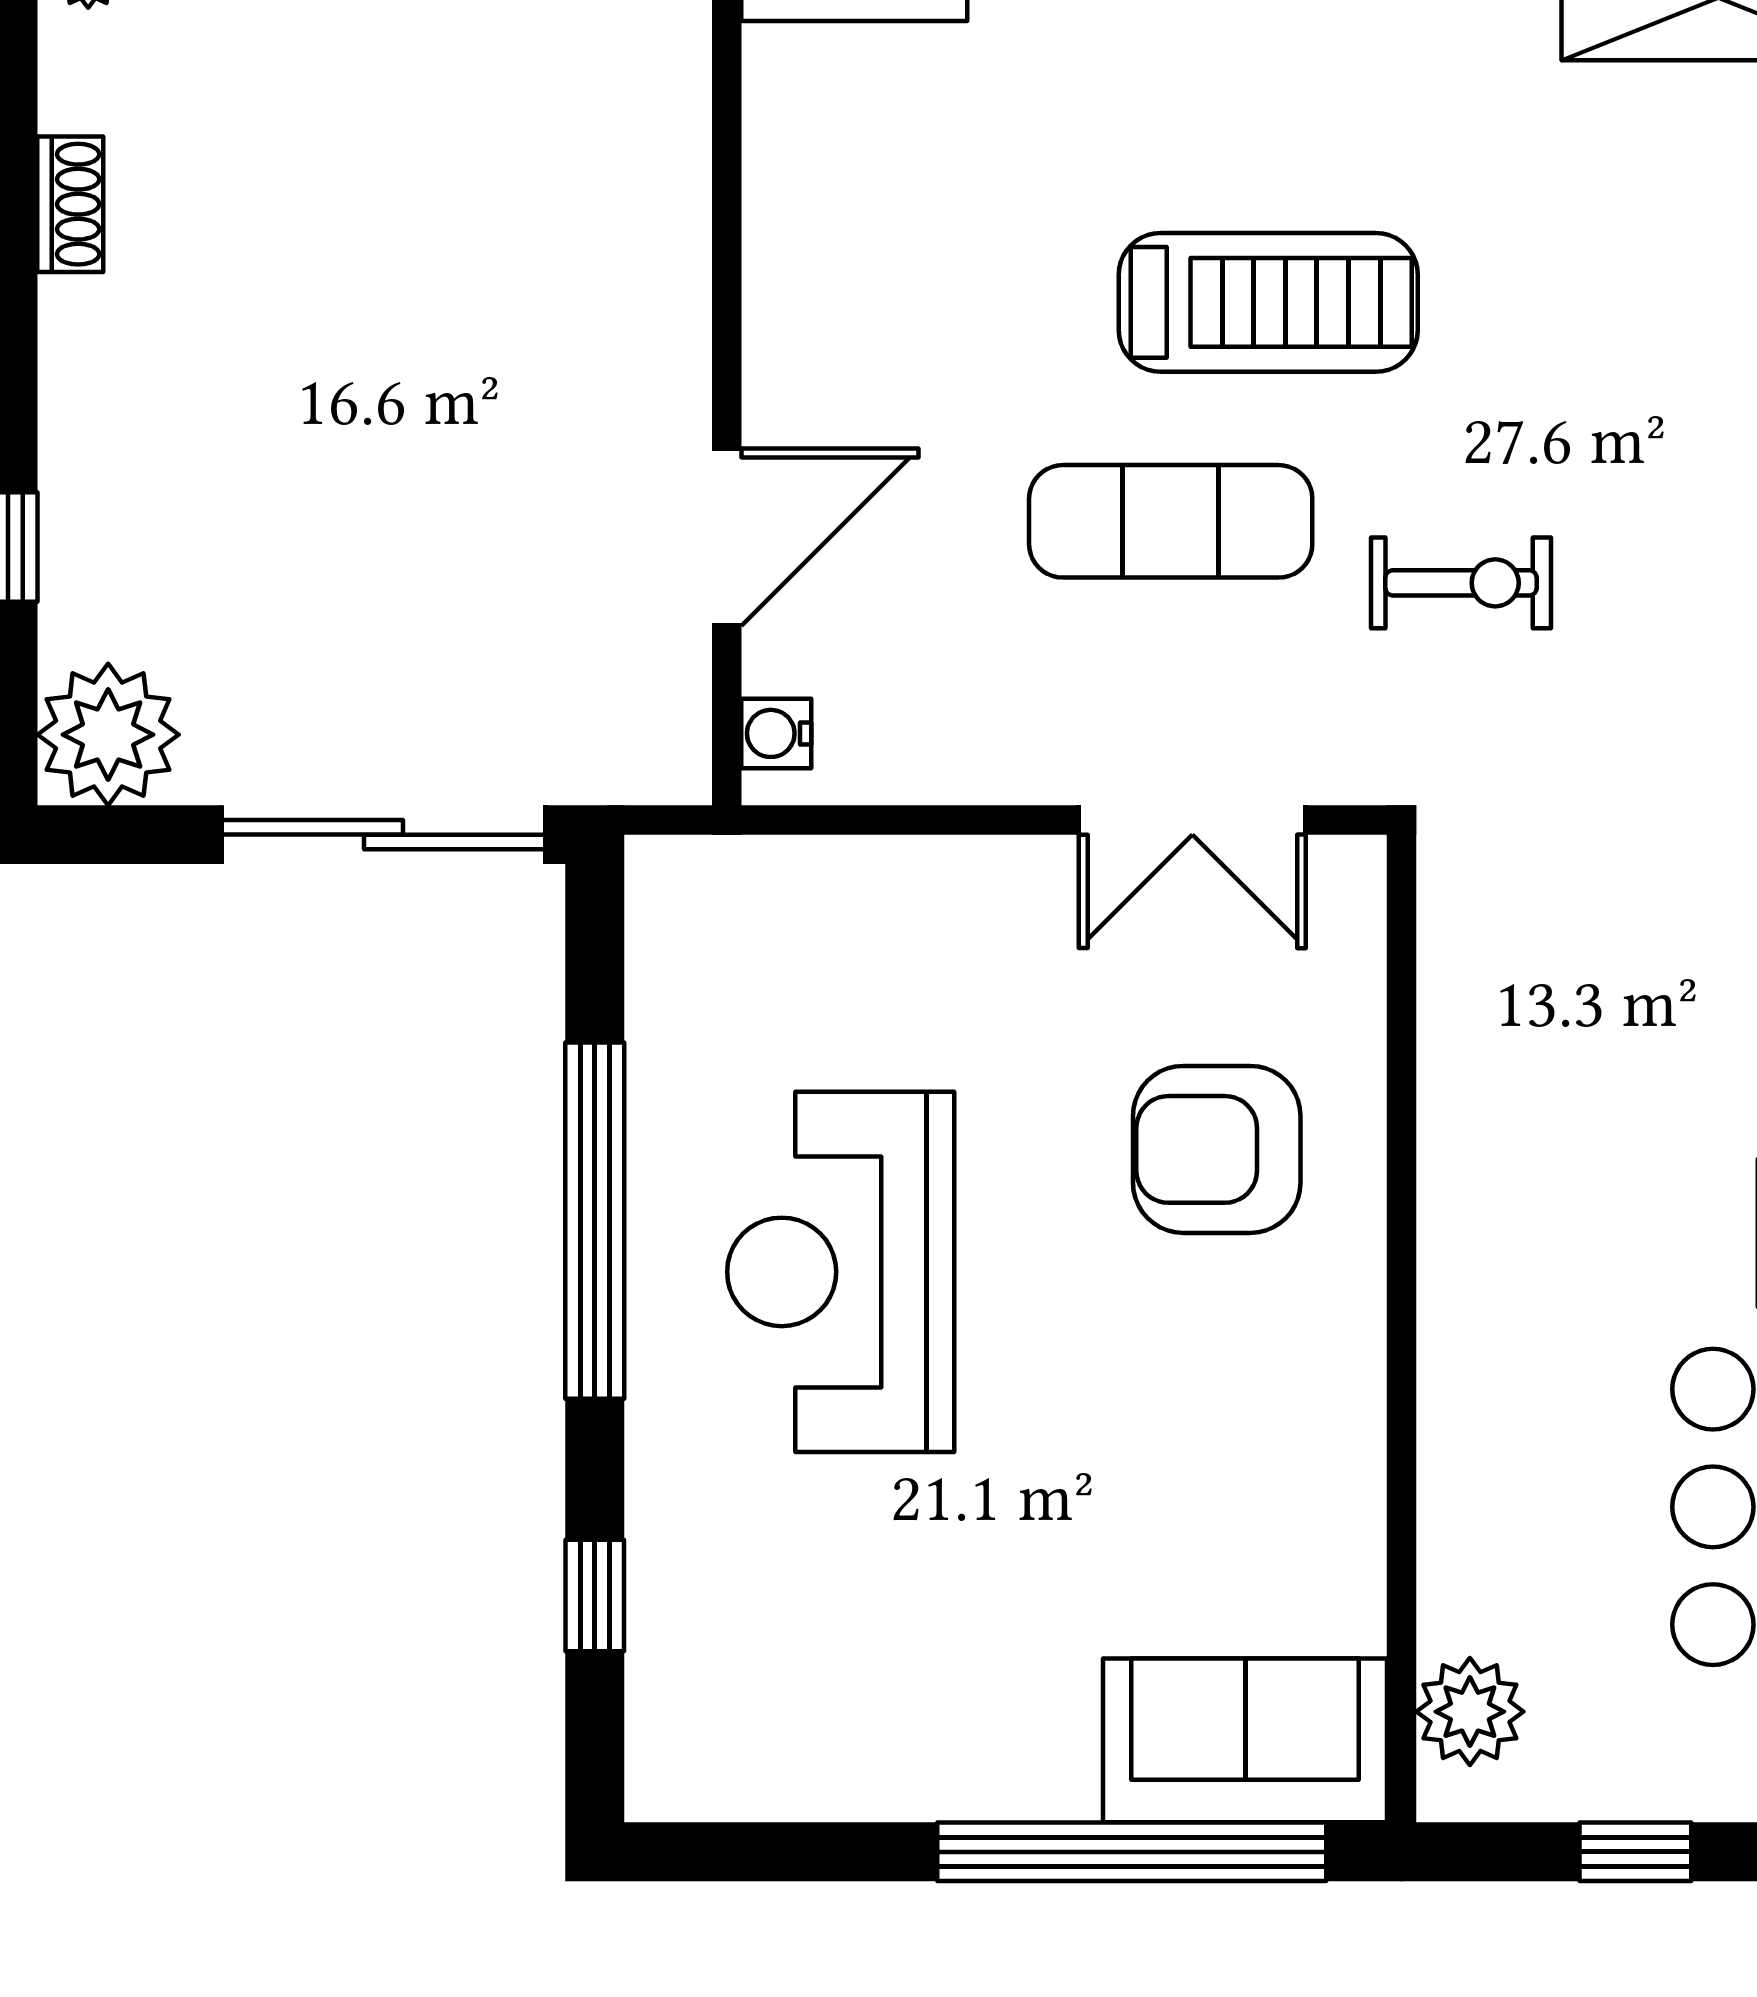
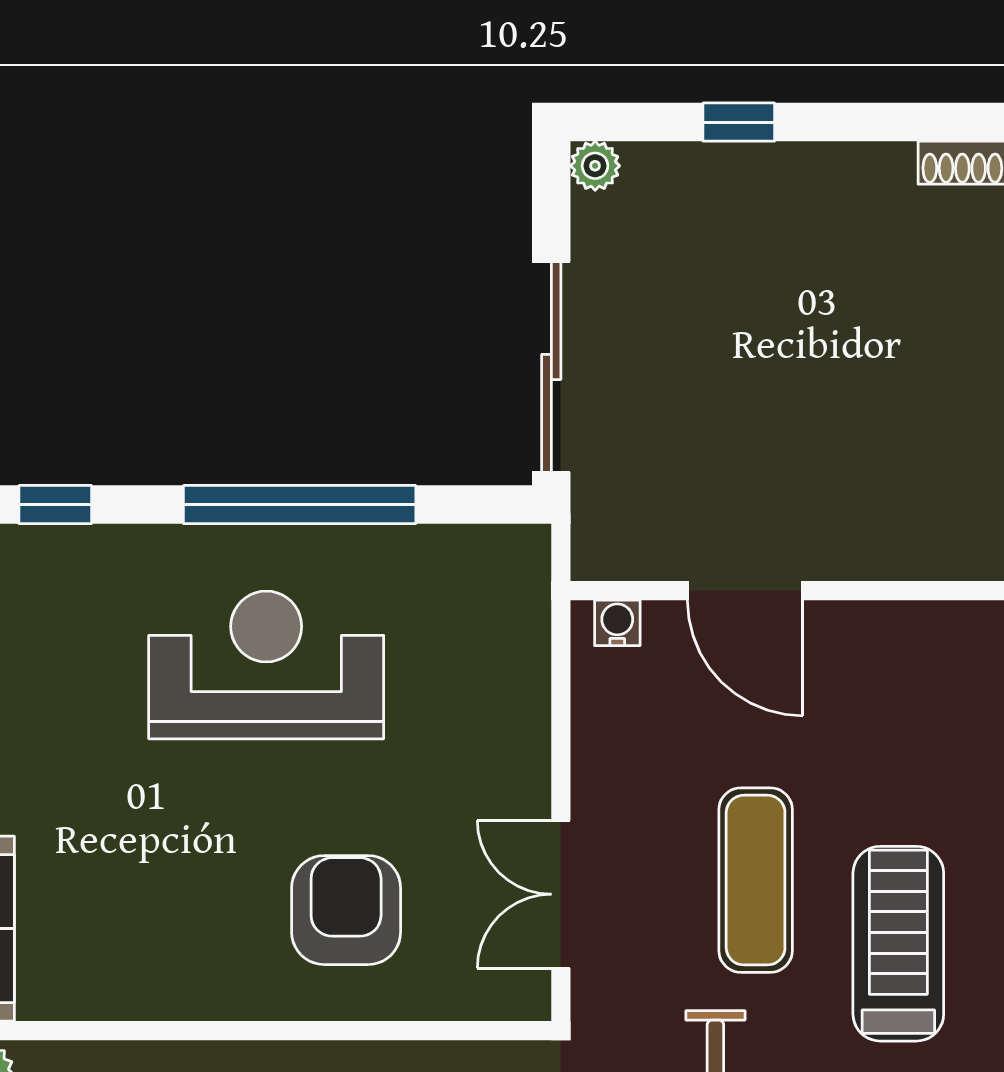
treadmill: (1268, 302) -> (898, 944), turned 180
plant: (108, 735) -> (595, 166), width x0.53, depth x0.53

